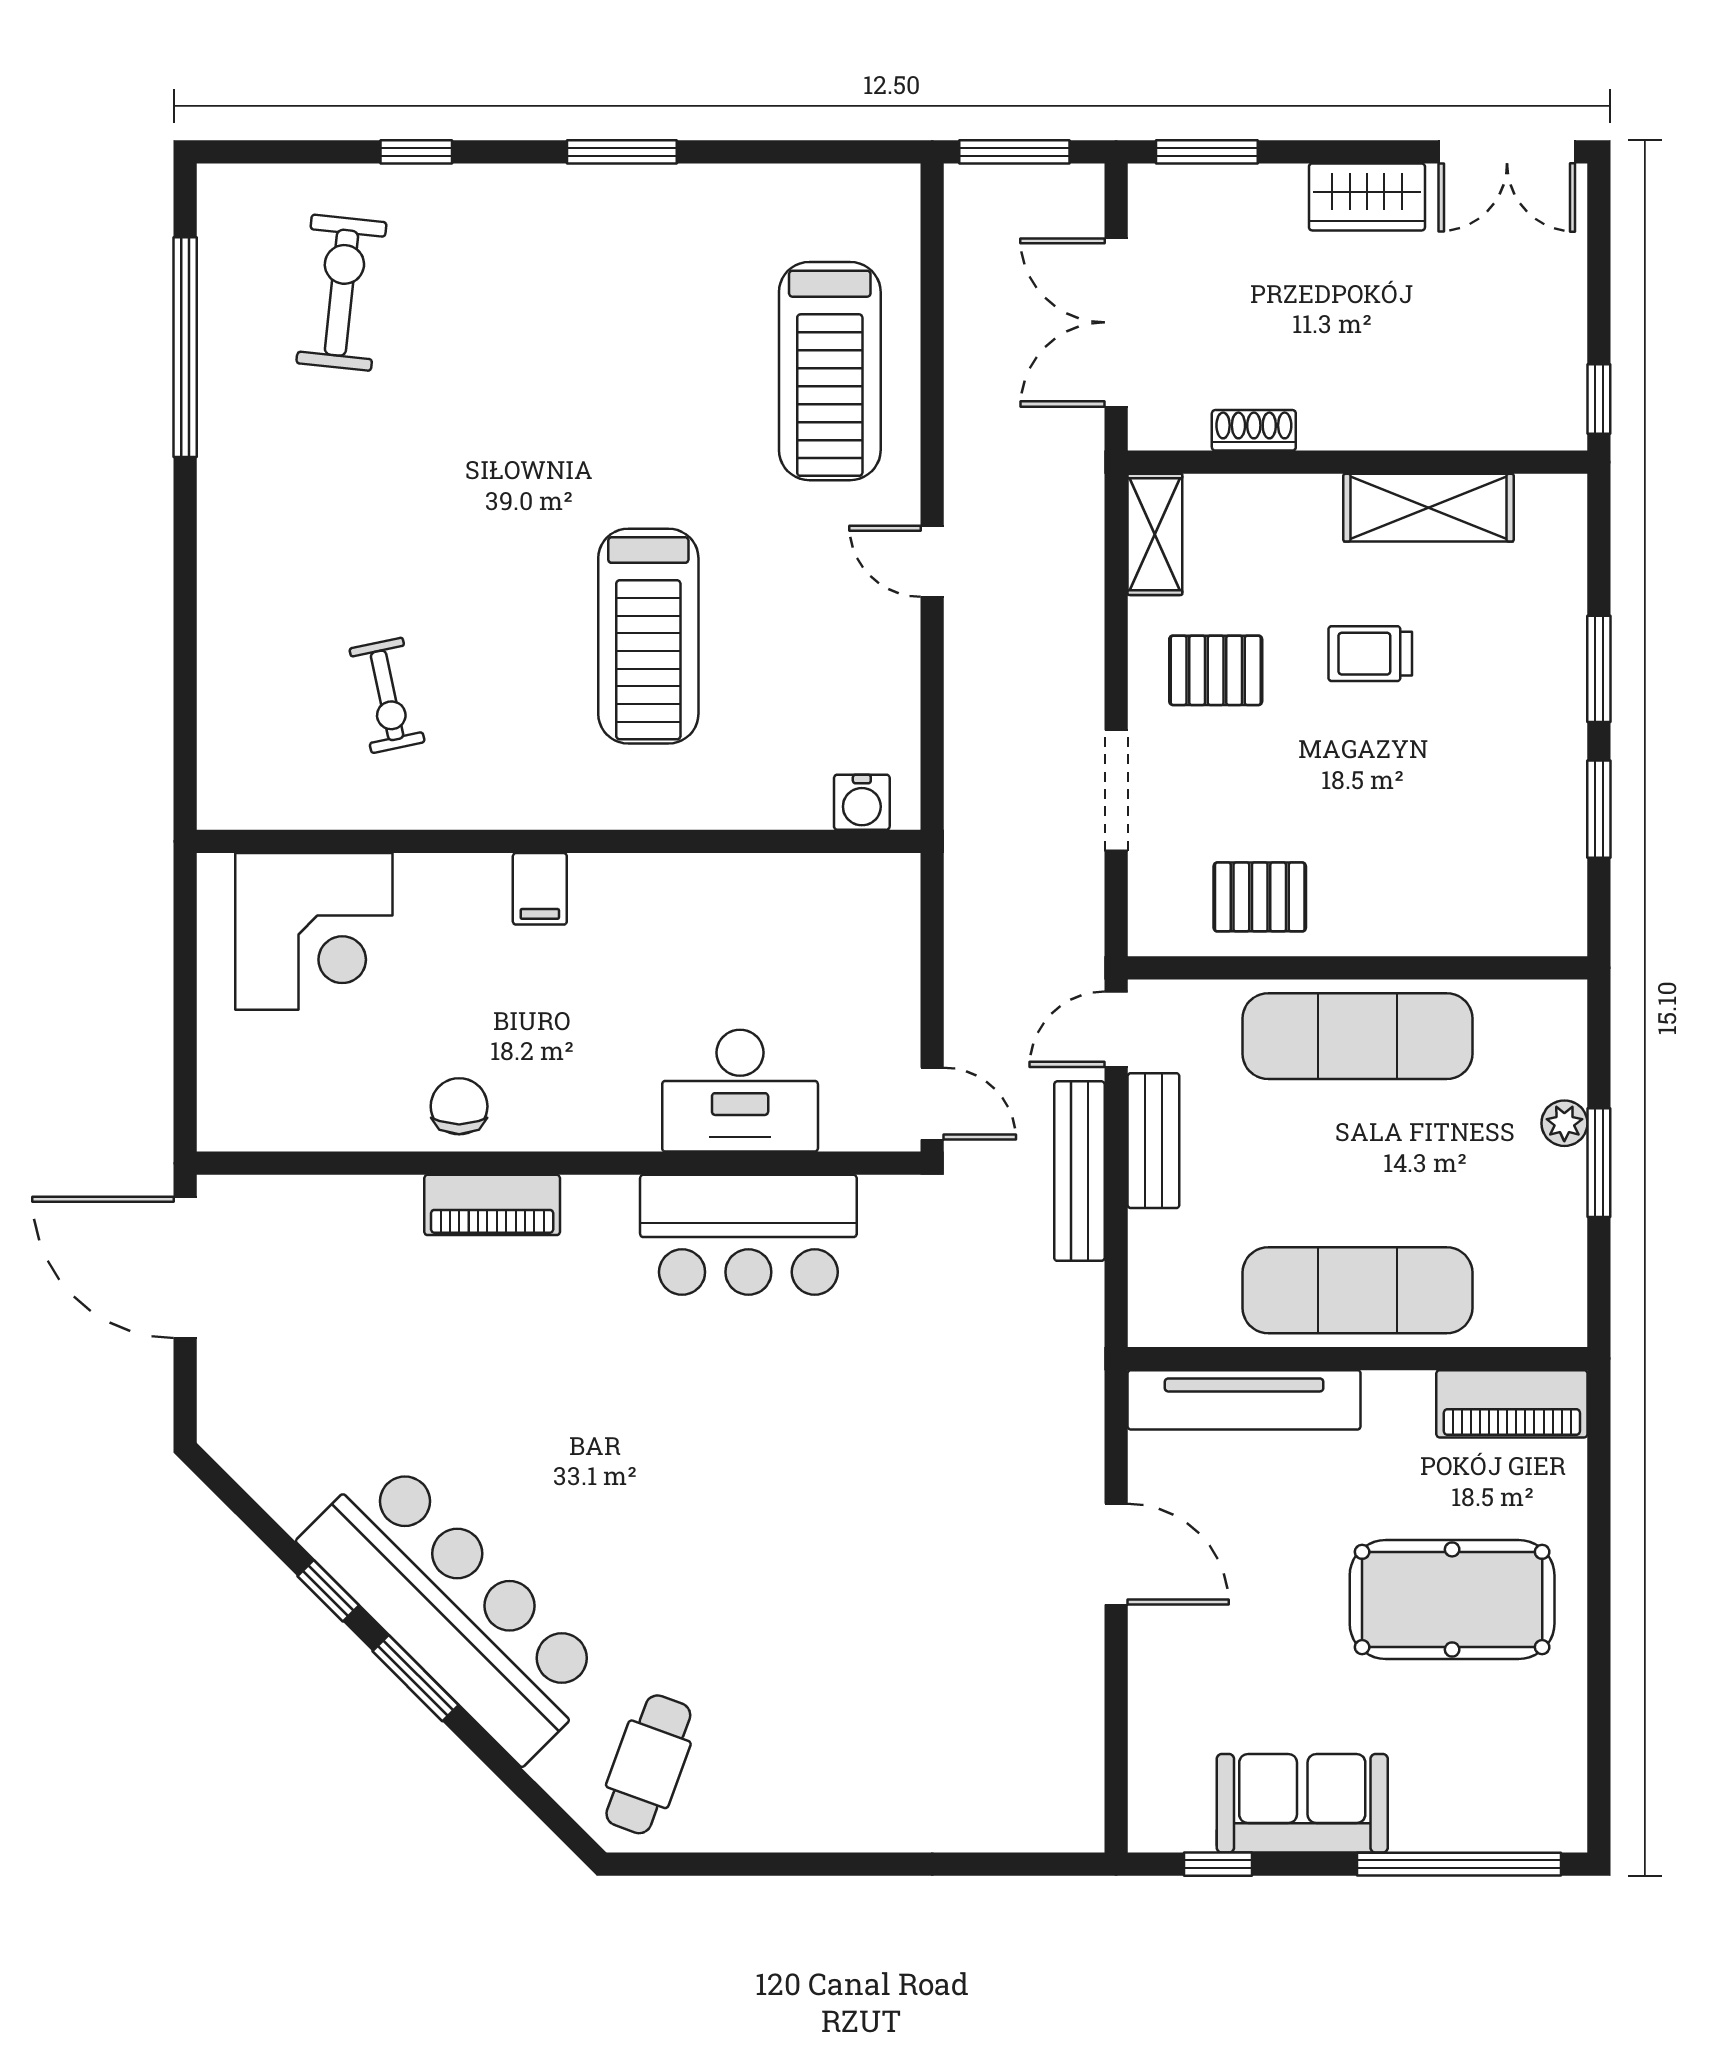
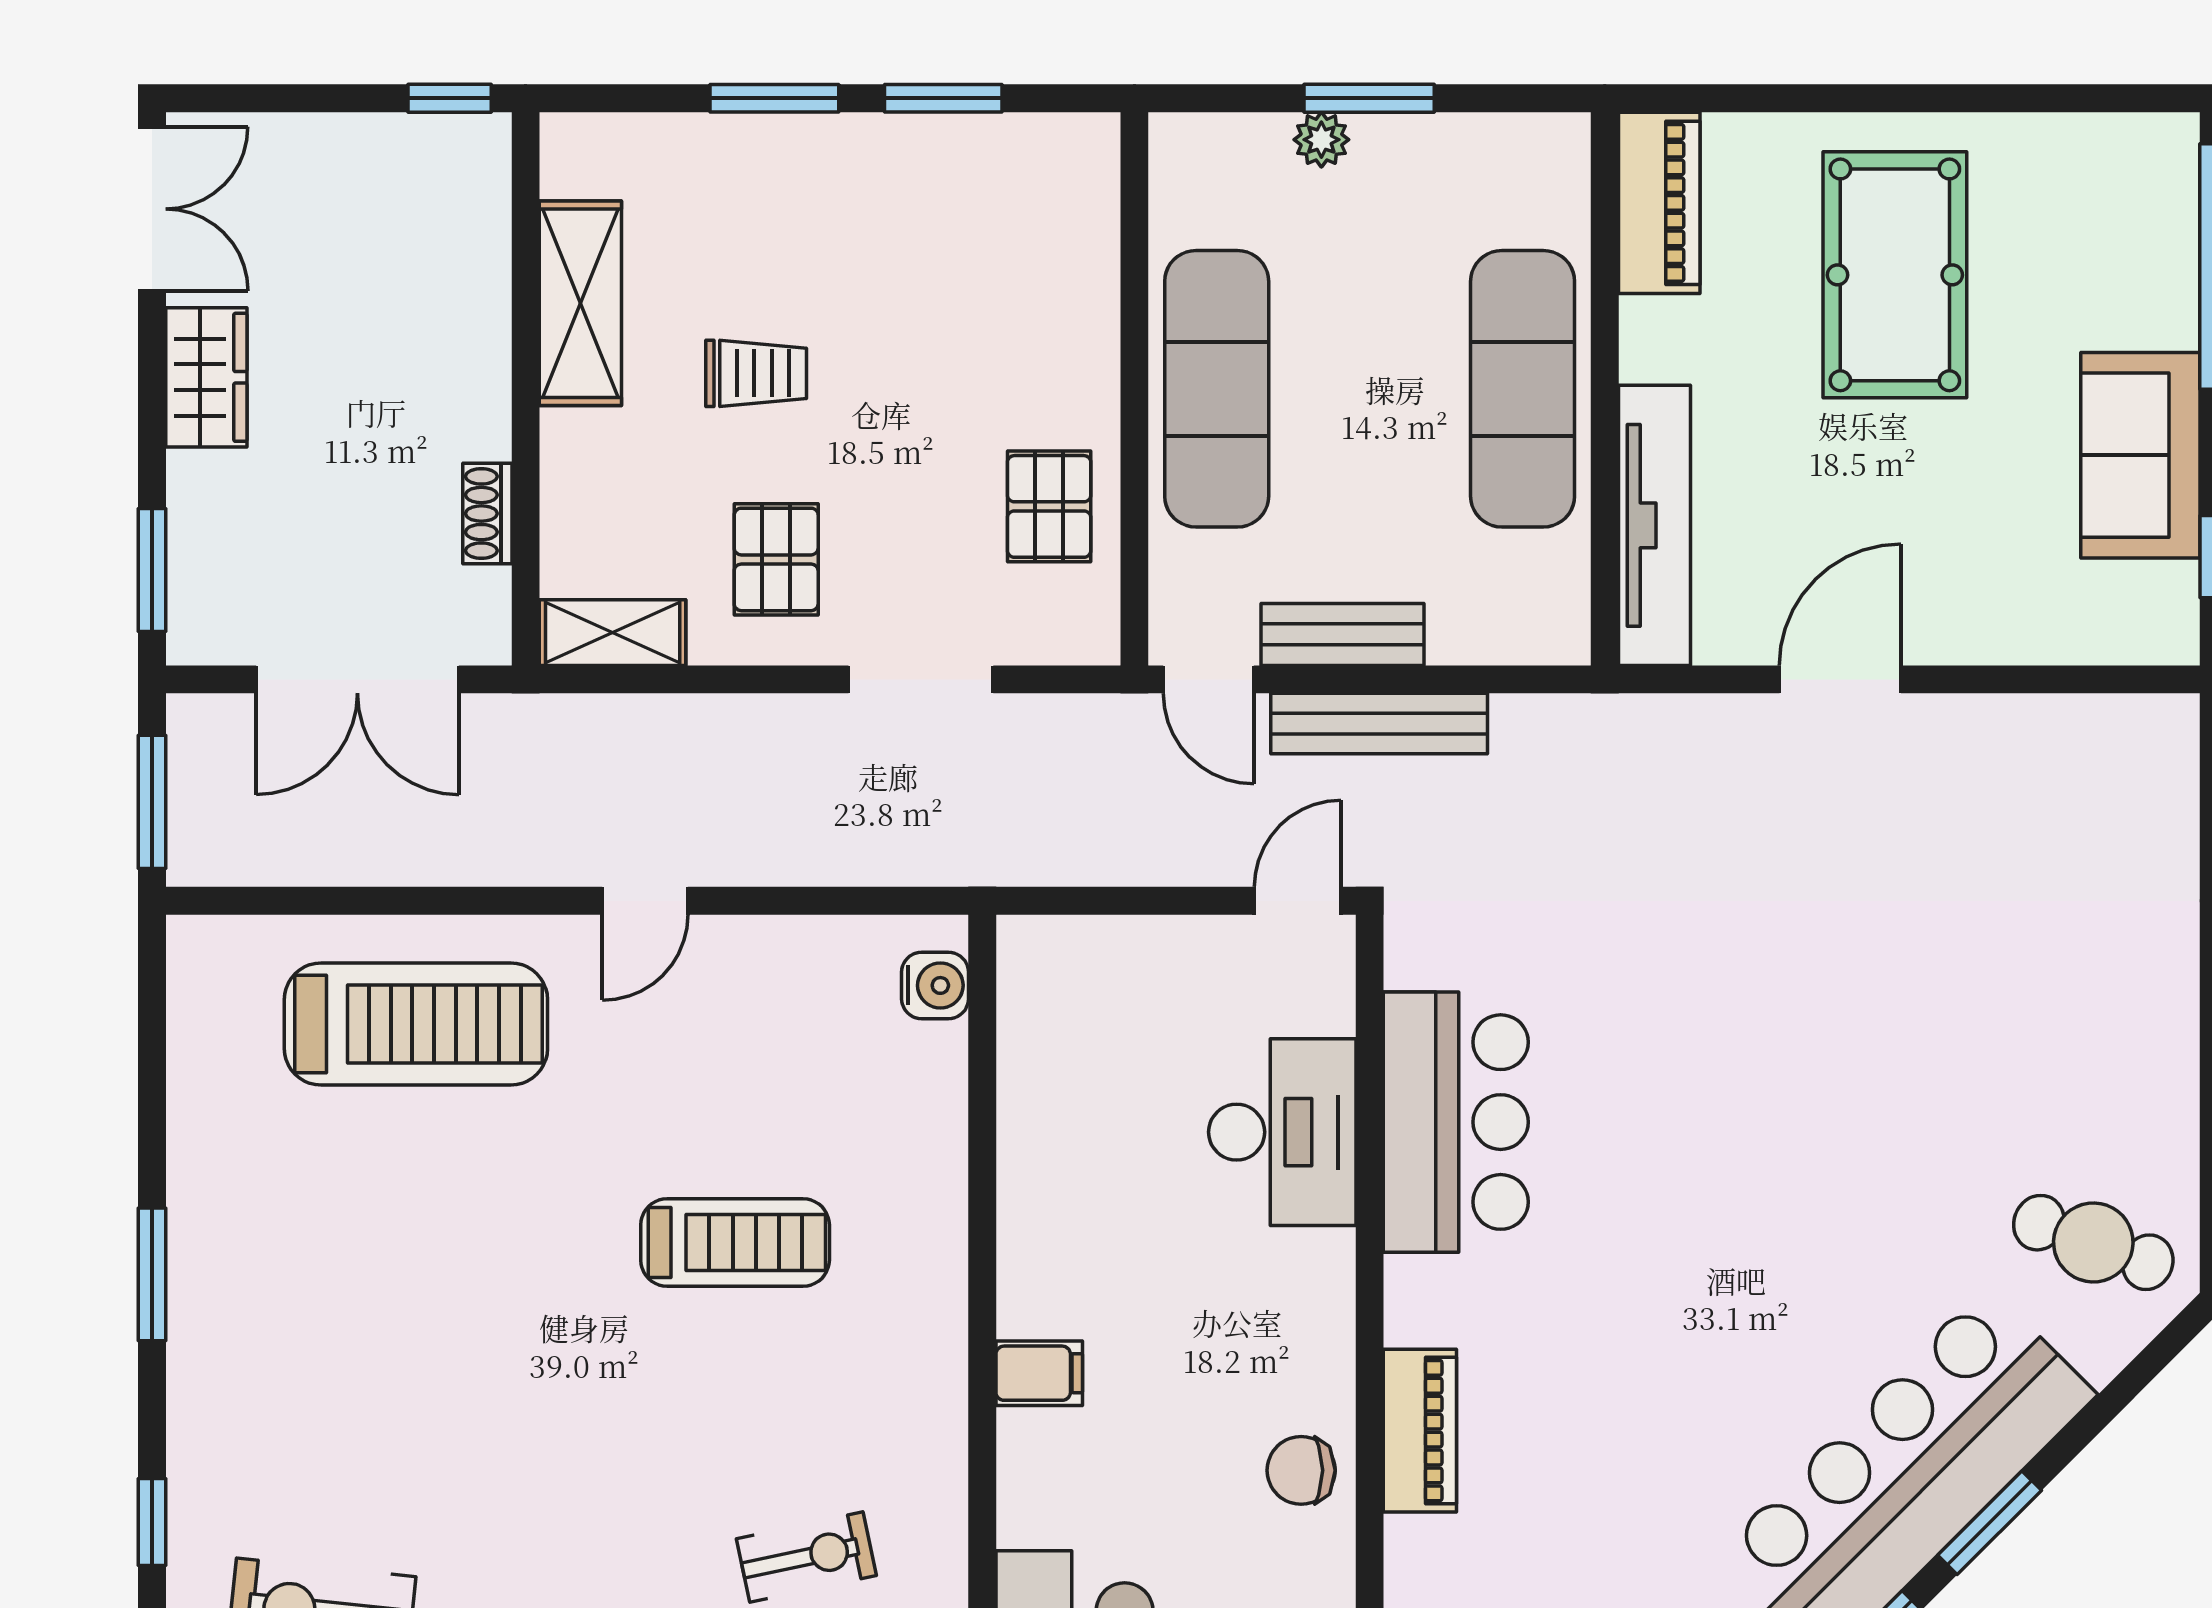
treadmill: (648, 636) -> (735, 1242), width x0.73, depth x0.73
trolley: (1370, 654) -> (756, 373), turned -90

